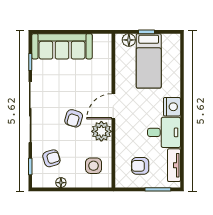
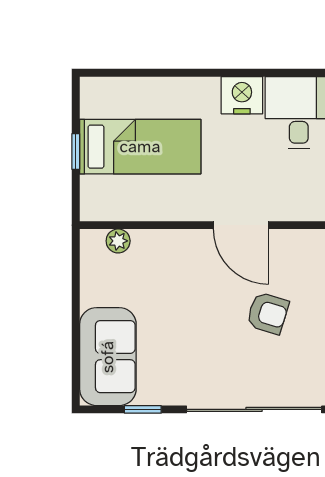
floor lamp: (129, 40) -> (94, 191), removed
sofa: (62, 46) -> (108, 357), width x0.73
plant: (101, 131) -> (118, 241), moved, width x0.53, depth x0.53

